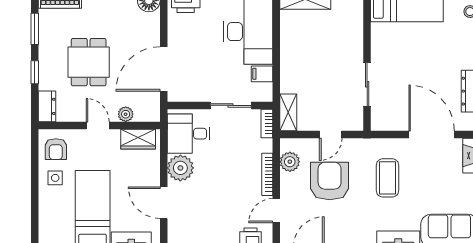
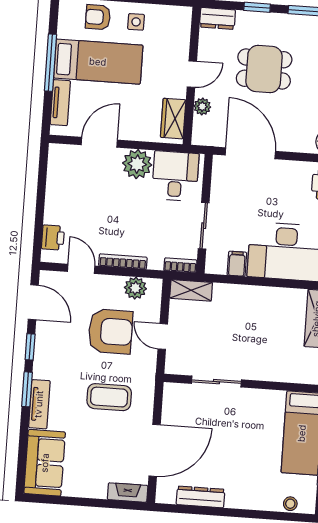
armchair: (56, 149) -> (98, 17), moved

